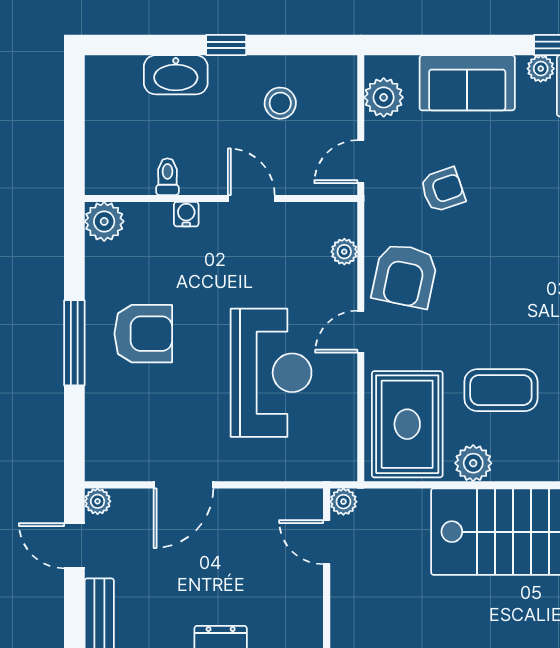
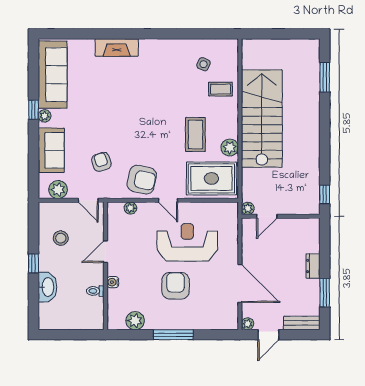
plant: (104, 221) -> (135, 321), moved
armchair: (143, 334) -> (176, 286), moved
door: (183, 485) -> (240, 283), width x1.36

